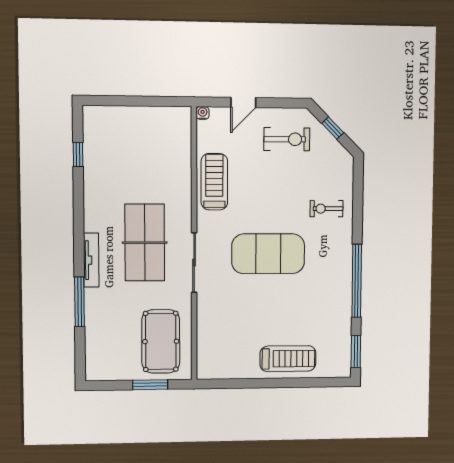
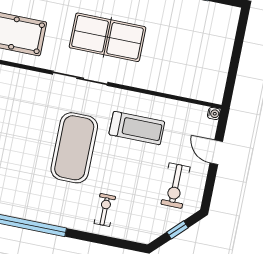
treadmill: (214, 182) -> (137, 128), moved

